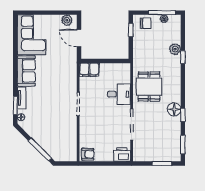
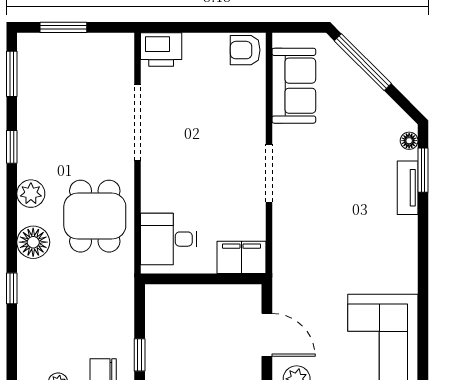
plant: (175, 49) -> (31, 194), moved
sofa: (26, 71) -> (294, 86), moved, turned 180
desk: (119, 94) -> (169, 239), moved
floor lamp: (174, 109) -> (33, 242), moved

